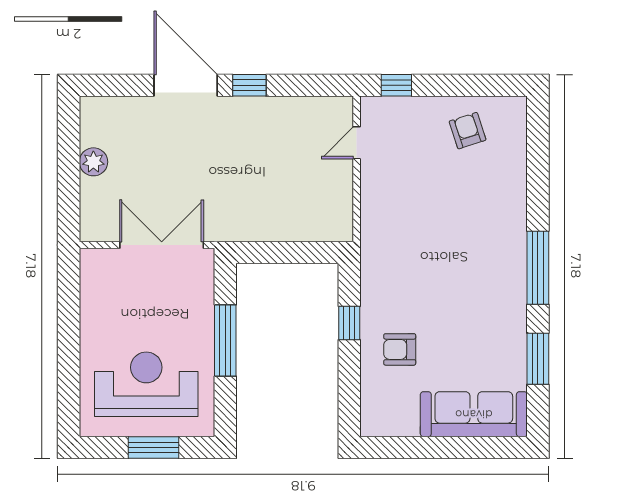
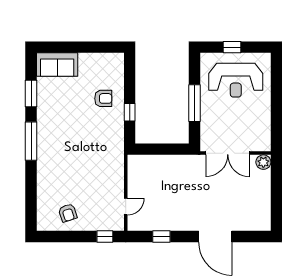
window: (249, 85) -> (161, 237), moved
plant: (93, 162) -> (263, 162), moved
sofa: (474, 414) -> (57, 65), width x0.73
window: (153, 448) -> (232, 47), width x0.67

